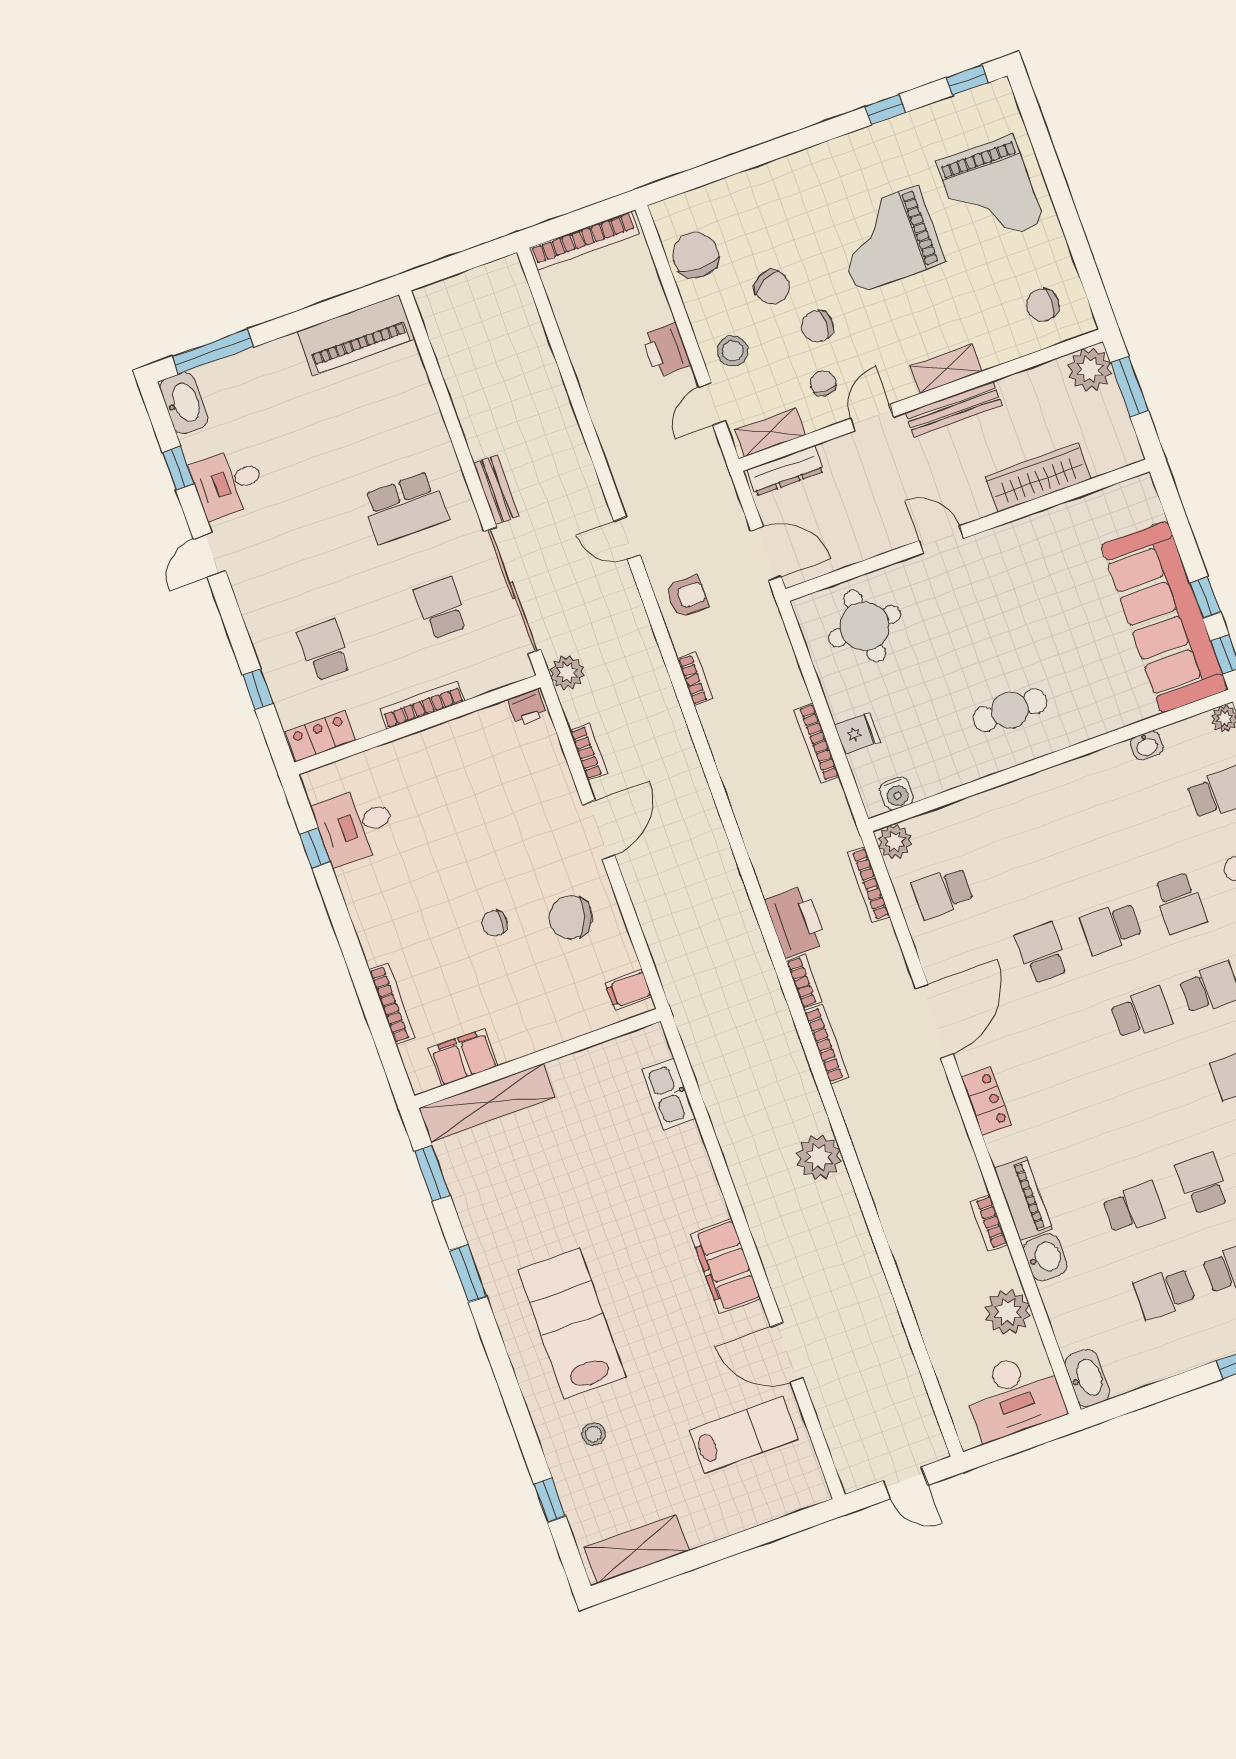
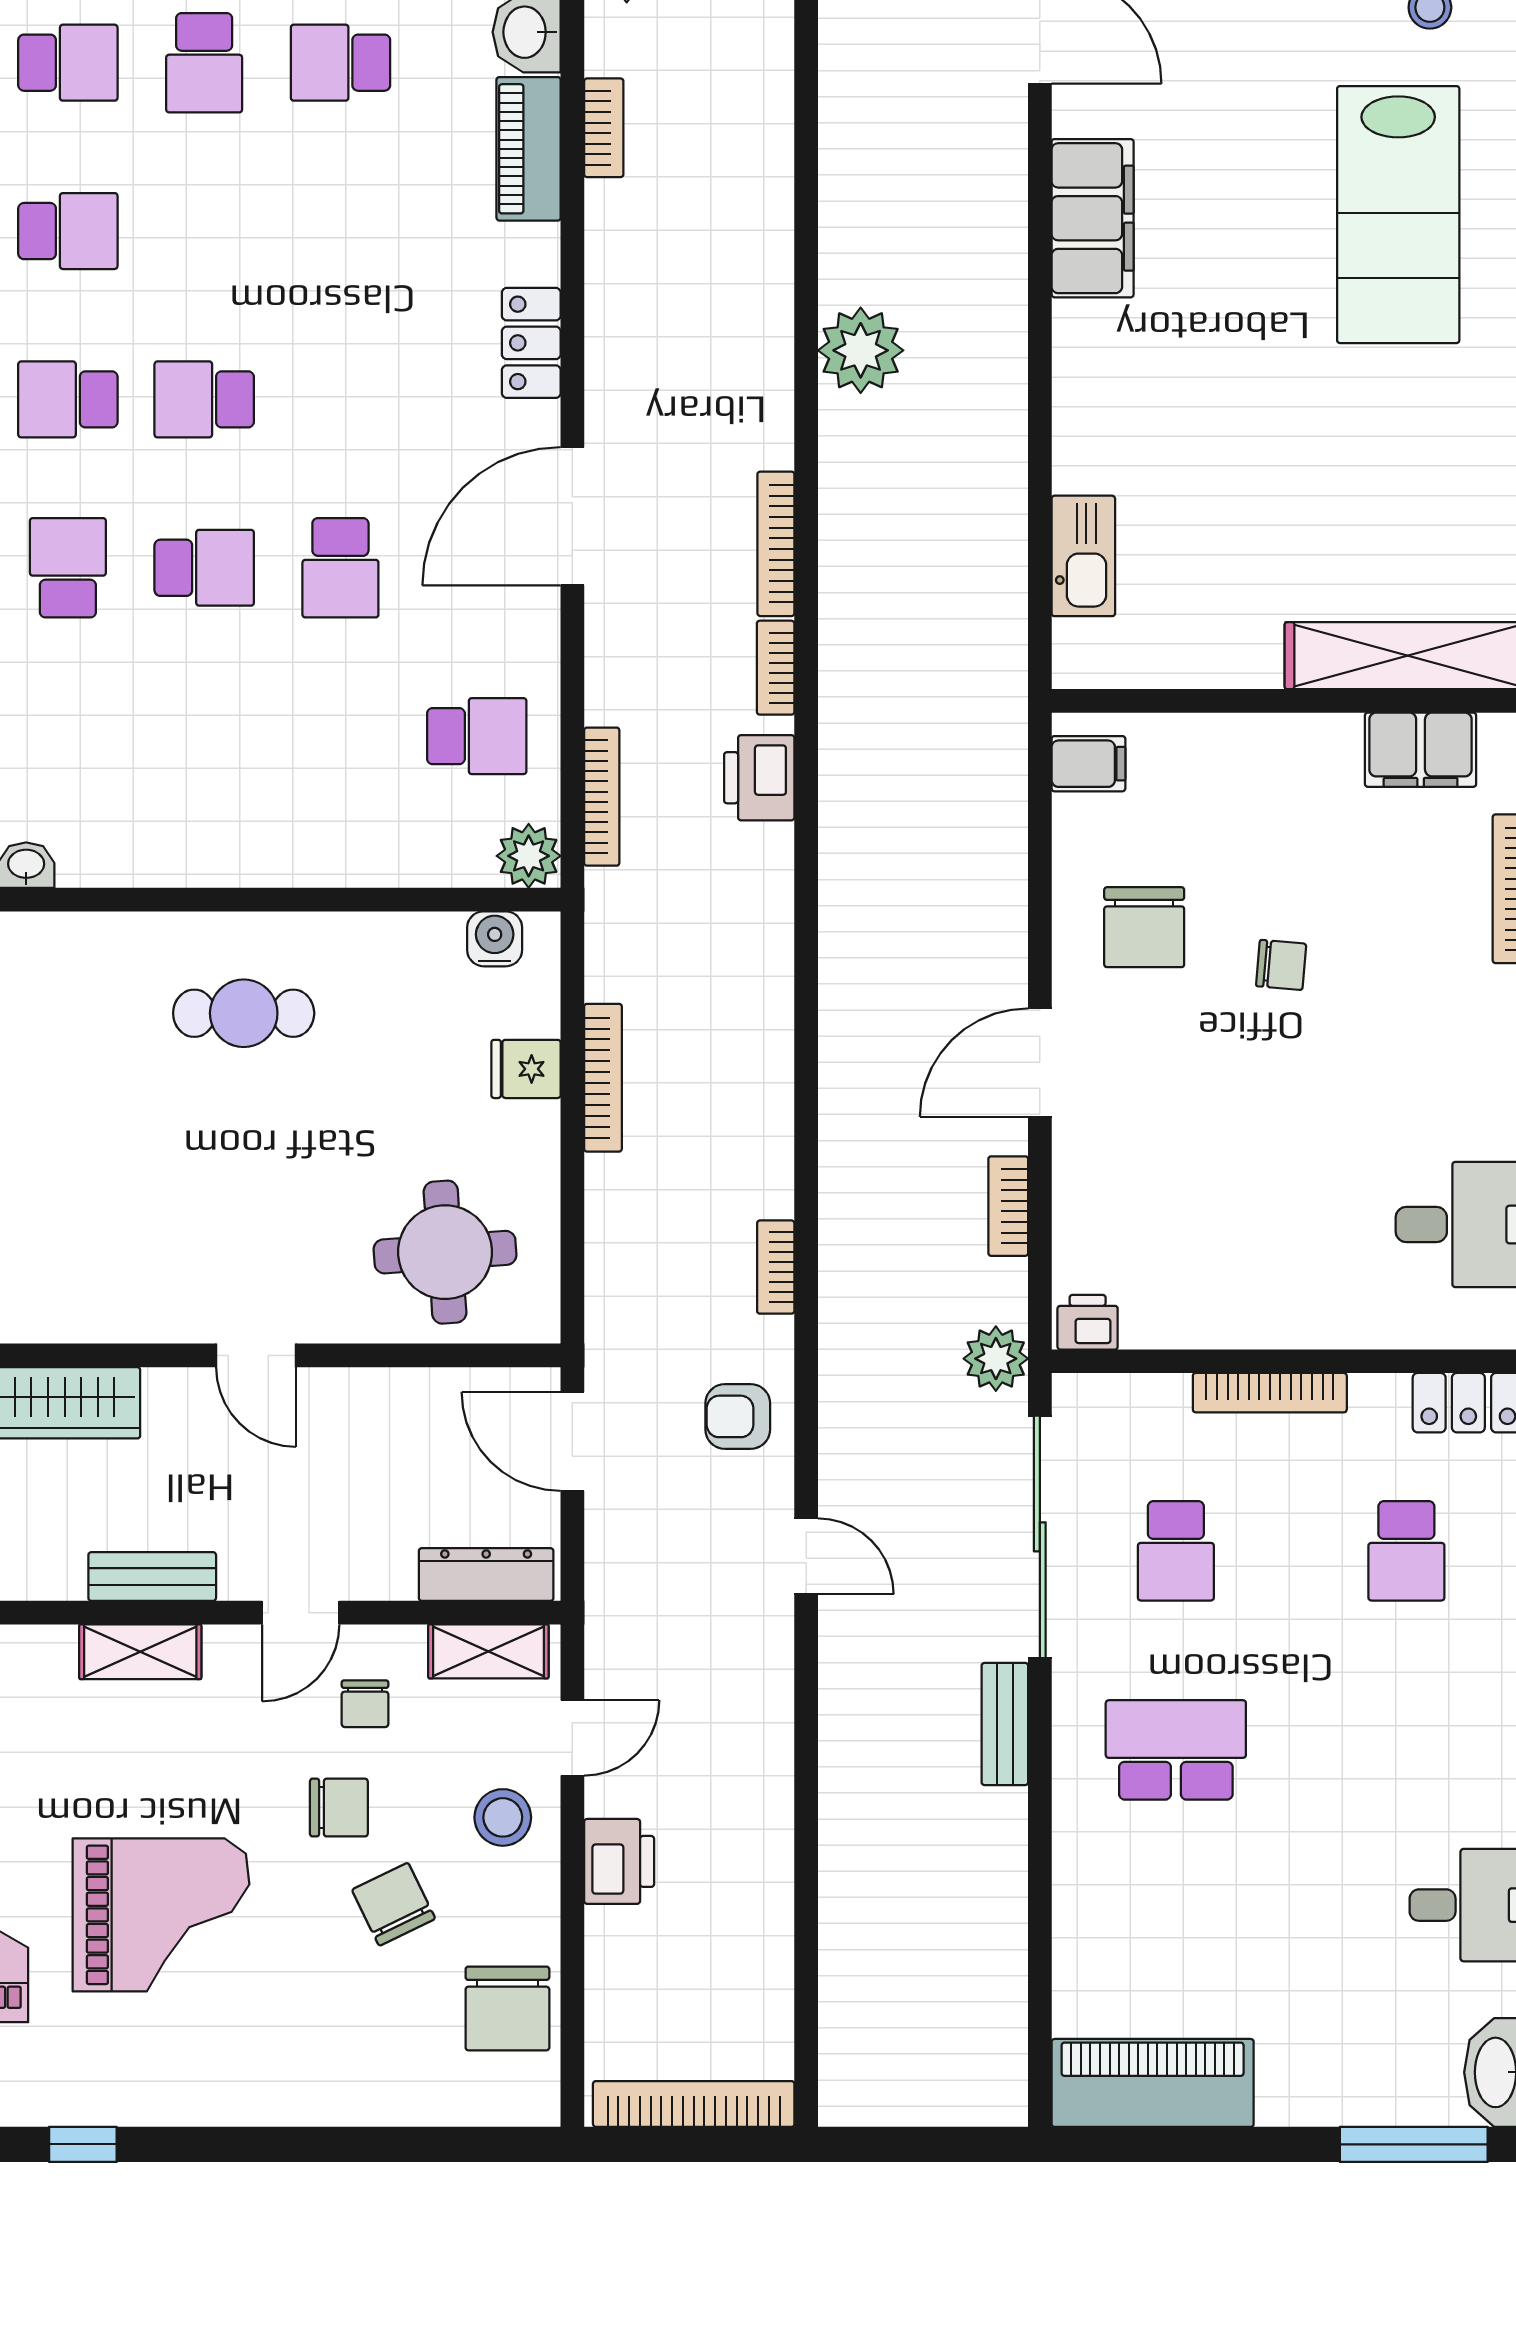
bench: (954, 409) -> (152, 1577), width x0.73
chair: (571, 917) -> (1144, 927), turned 71
printer: (796, 922) -> (759, 778), width x0.73, depth x0.84

